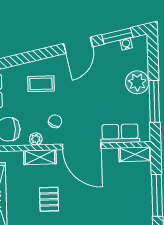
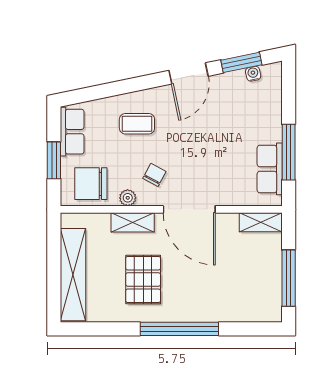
plant: (137, 82) -> (266, 126), removed
row of seats: (120, 133) -> (270, 169), moved, turned -90
pallet: (49, 199) -> (143, 279), width x1.50, depth x1.42

